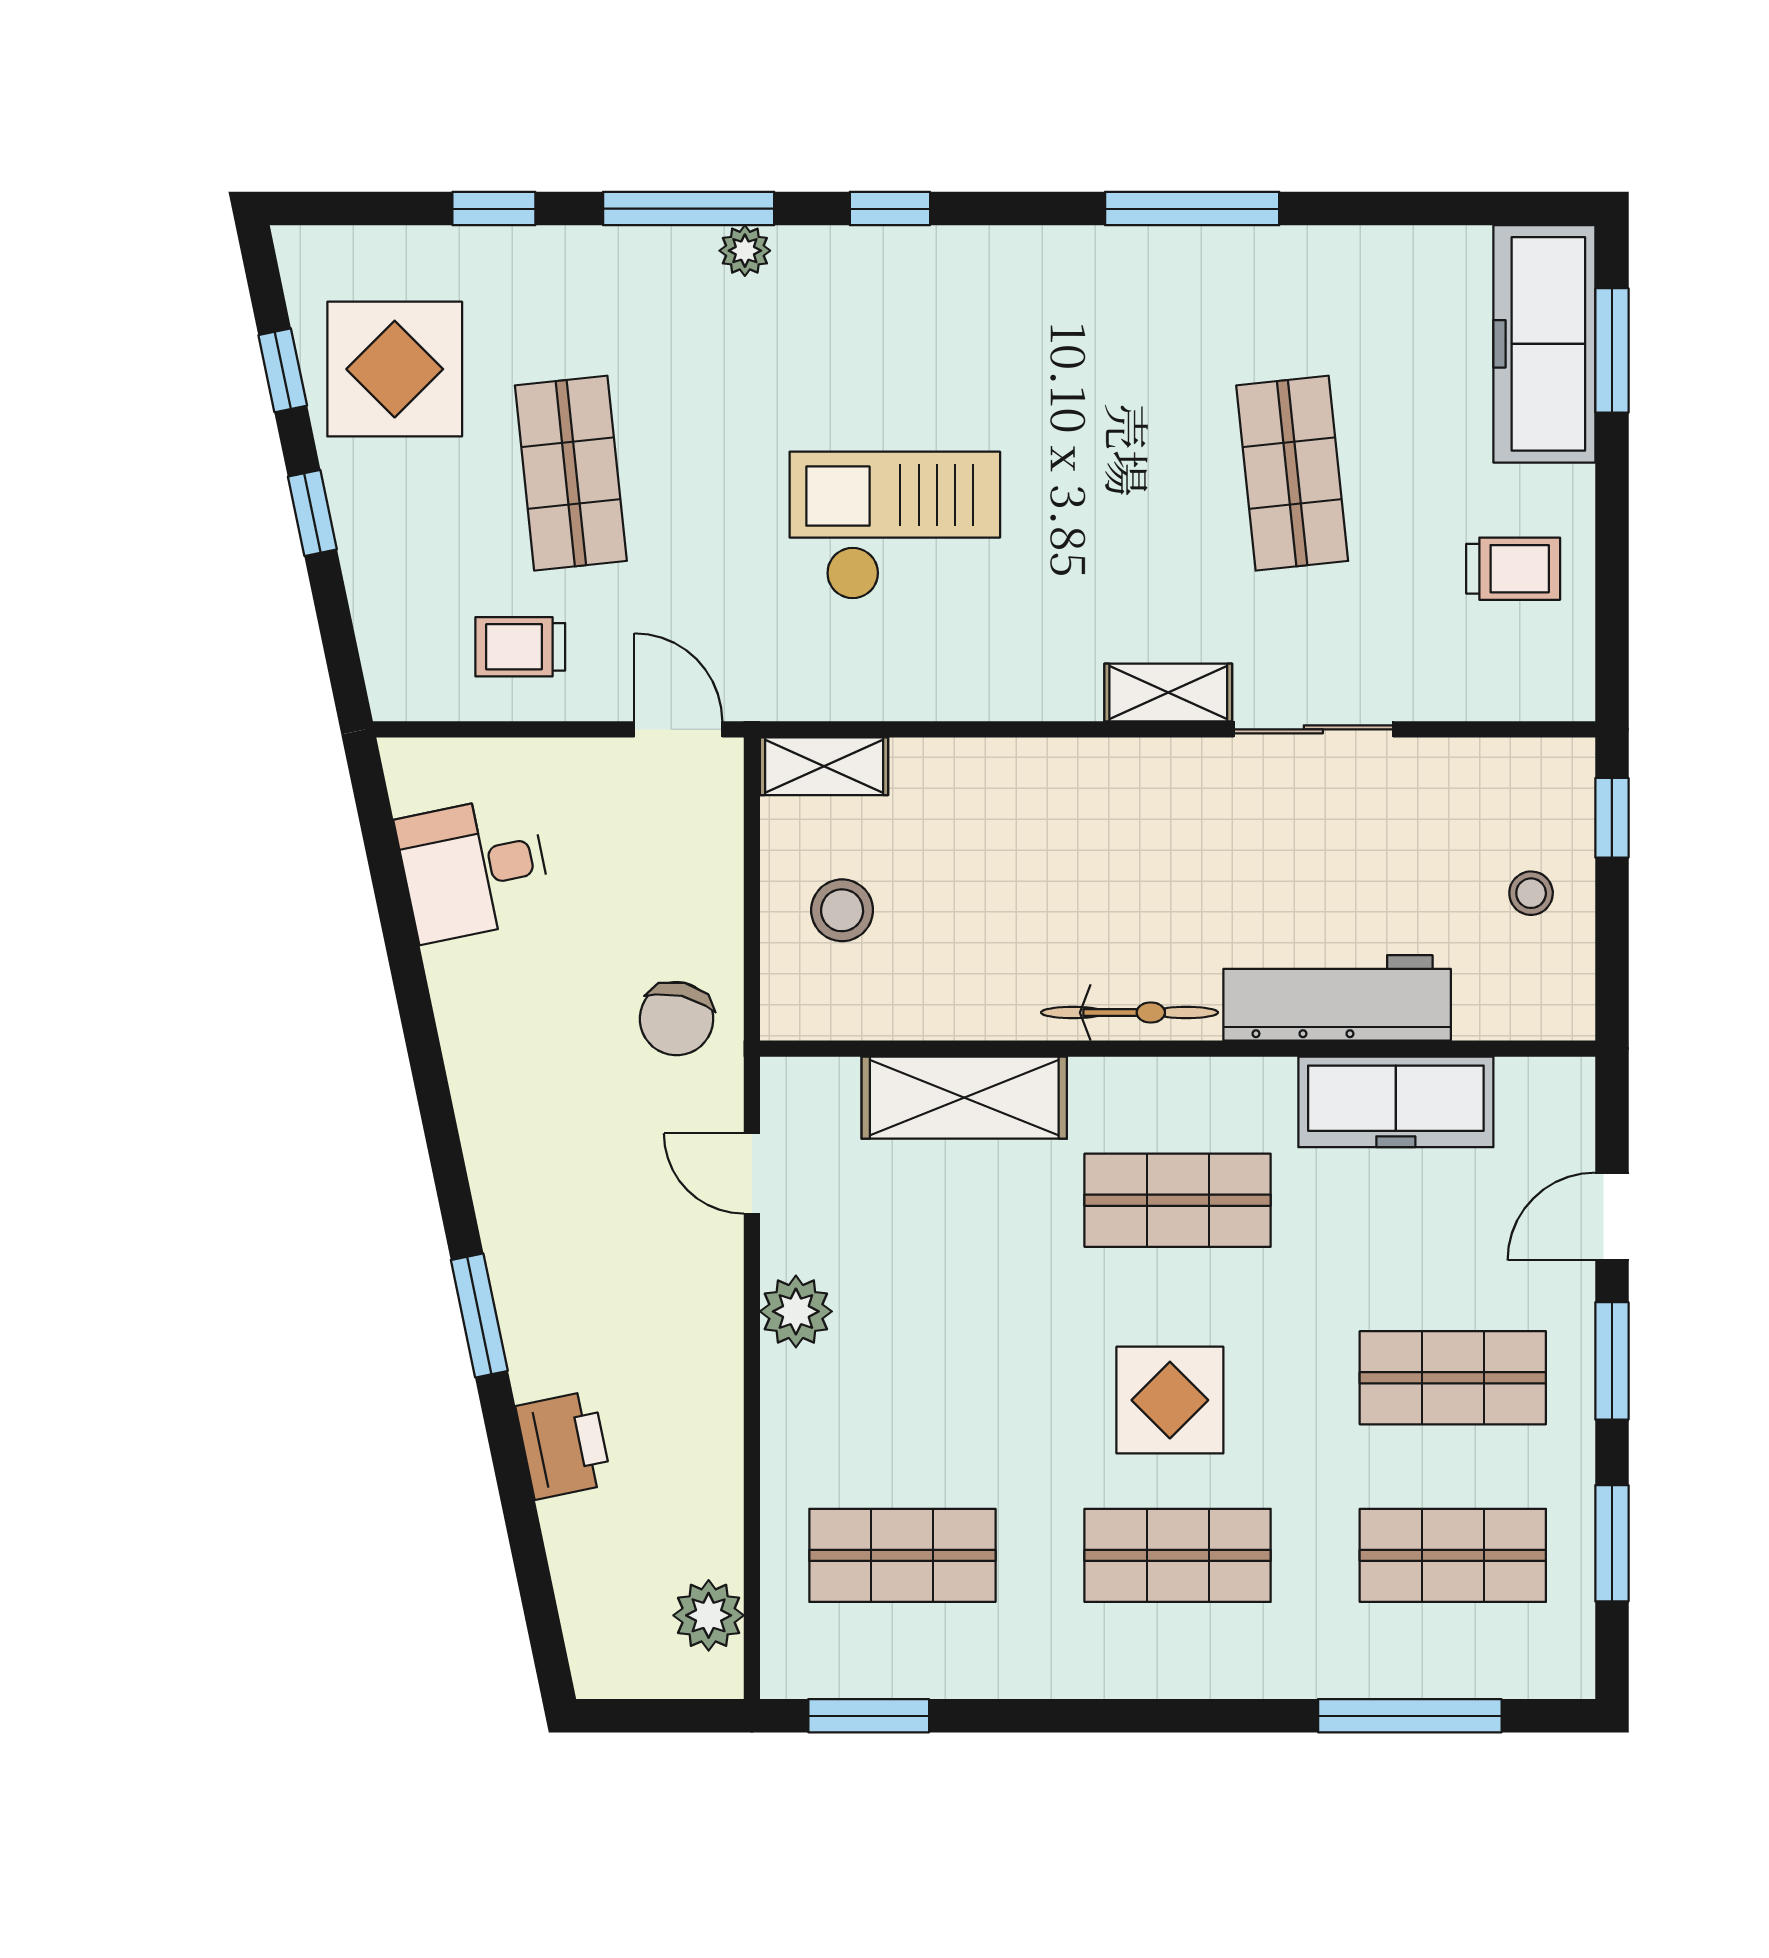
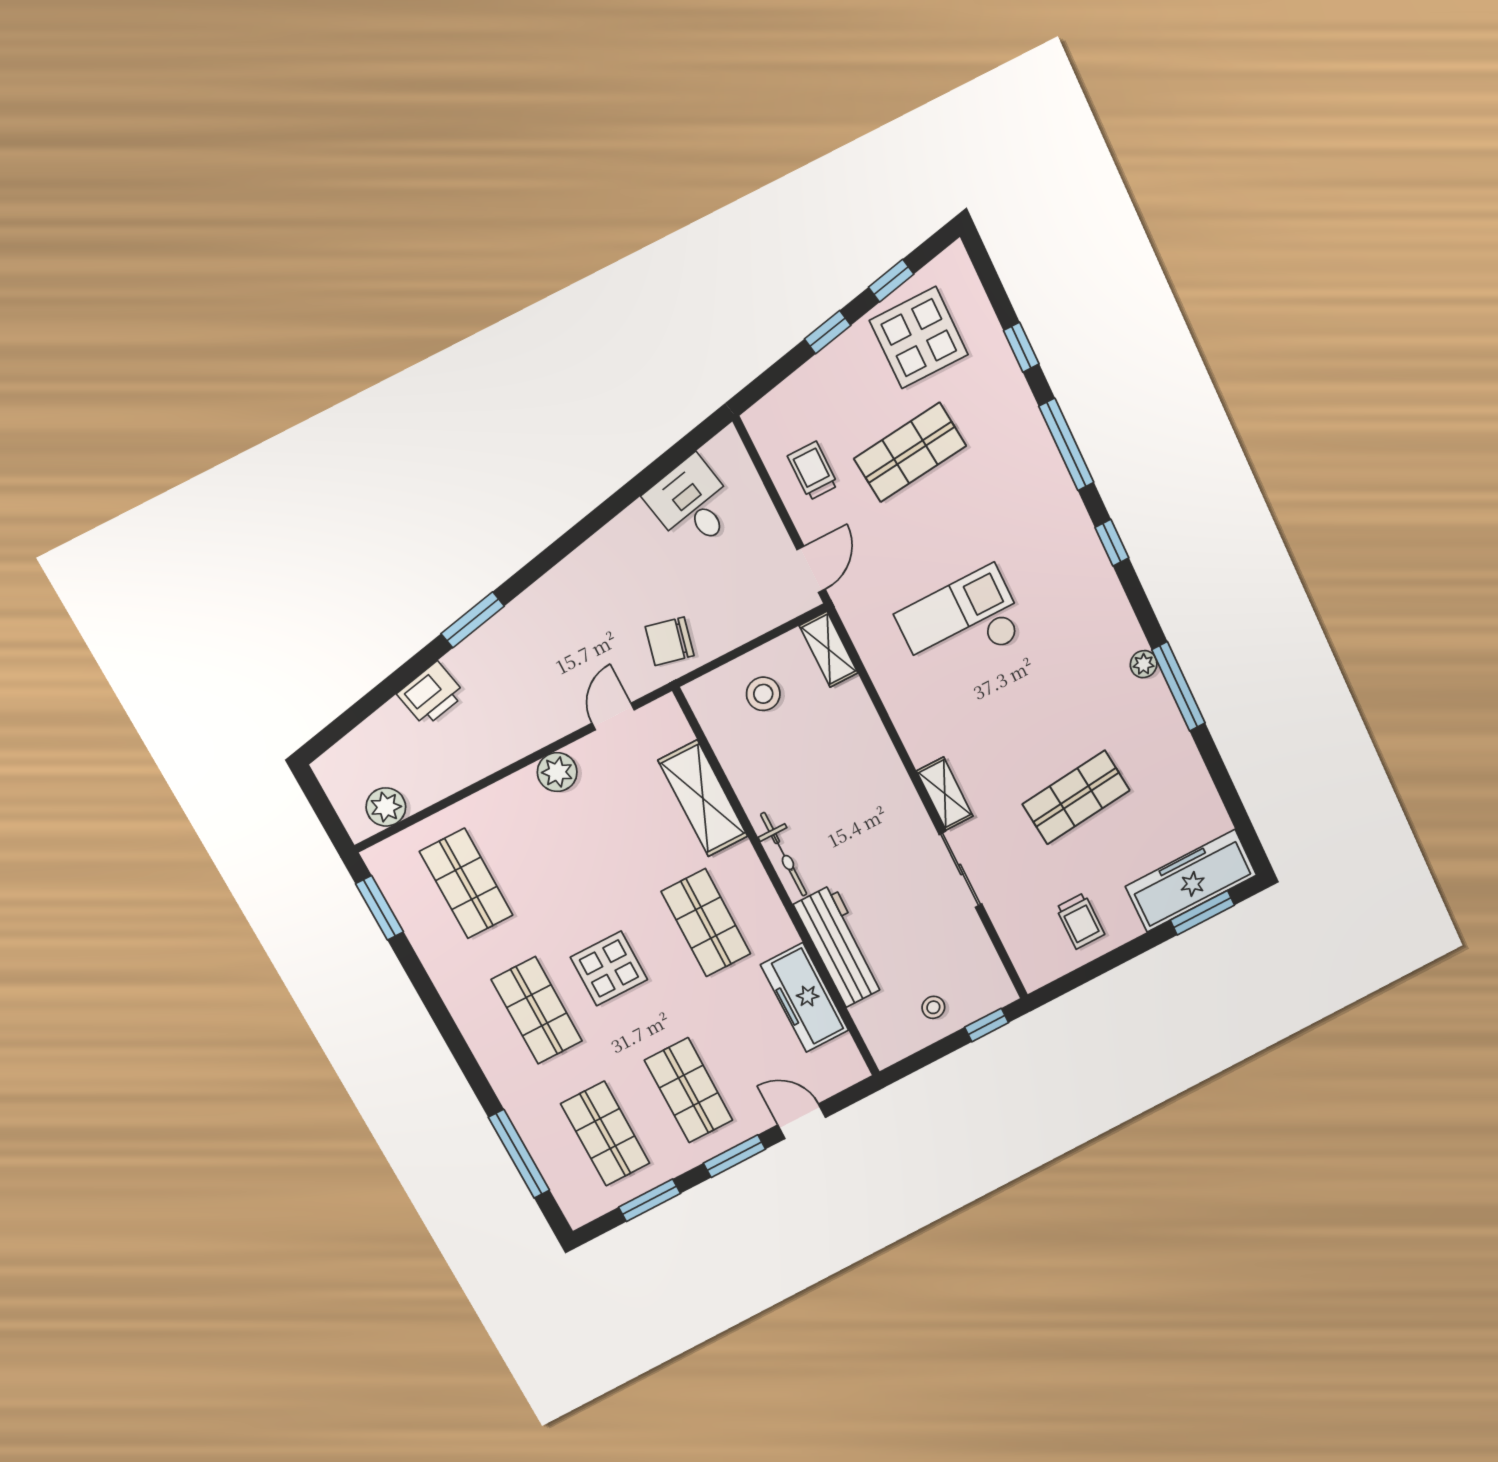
plant: (745, 251) -> (1144, 664), moved
checkout: (895, 526) -> (961, 624), turned -90

